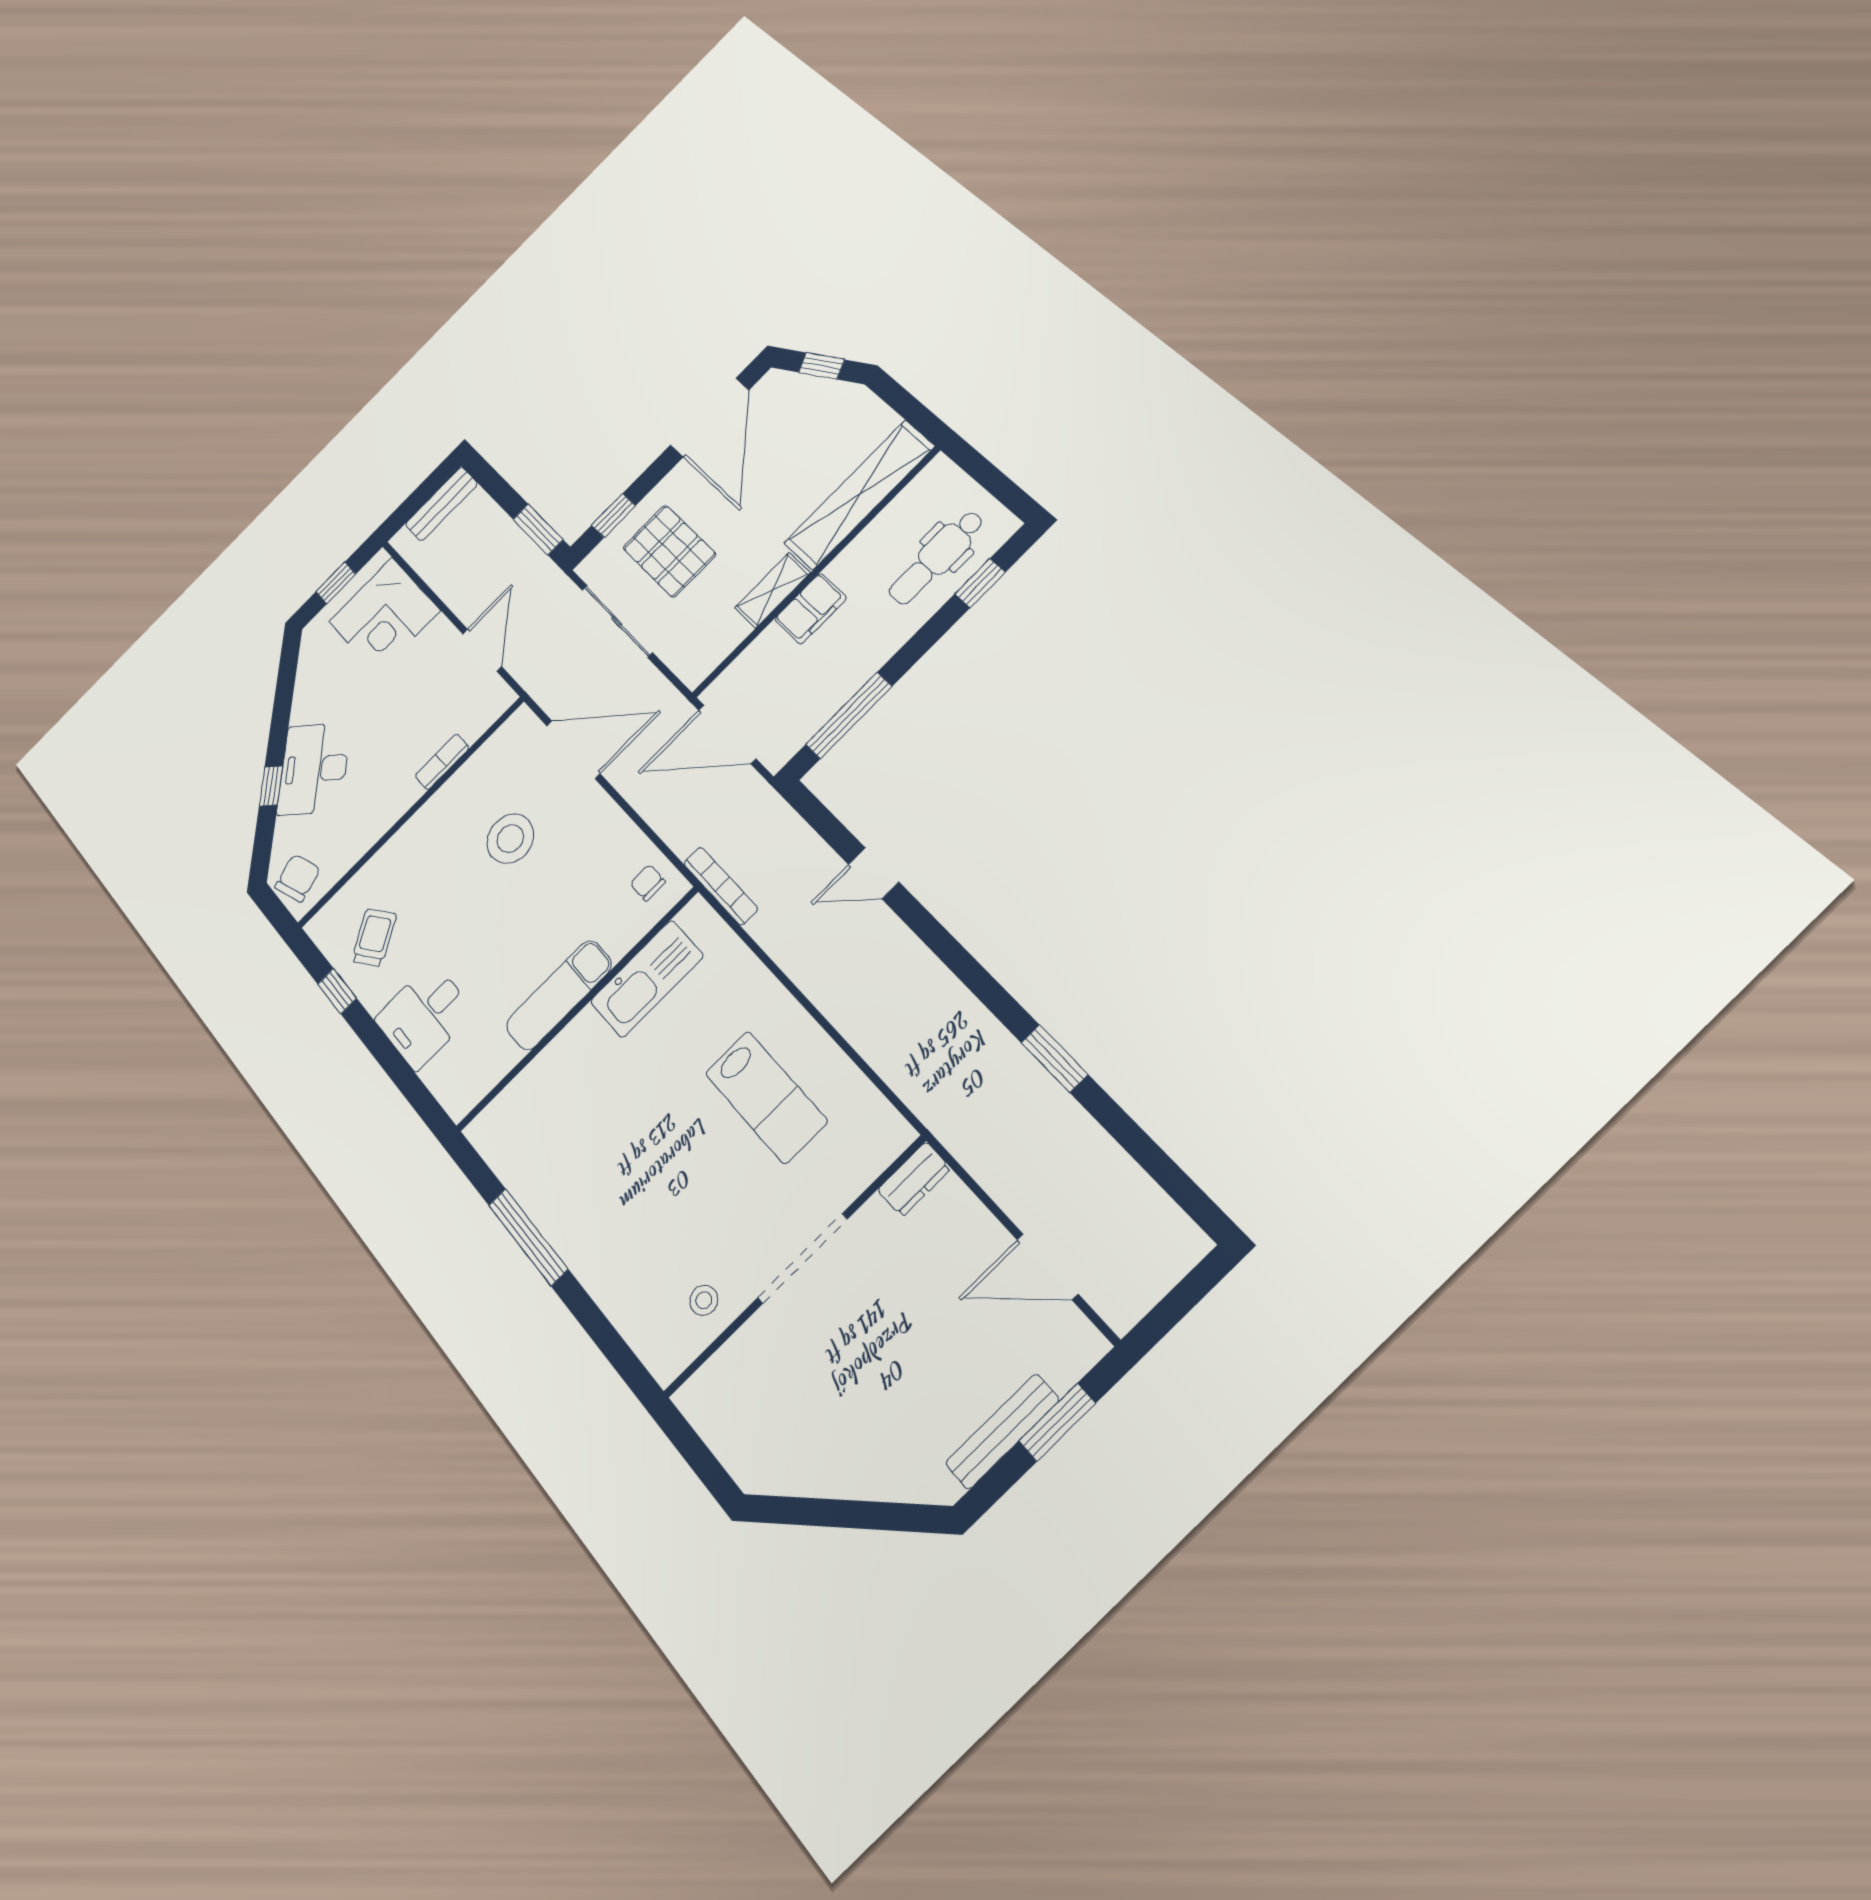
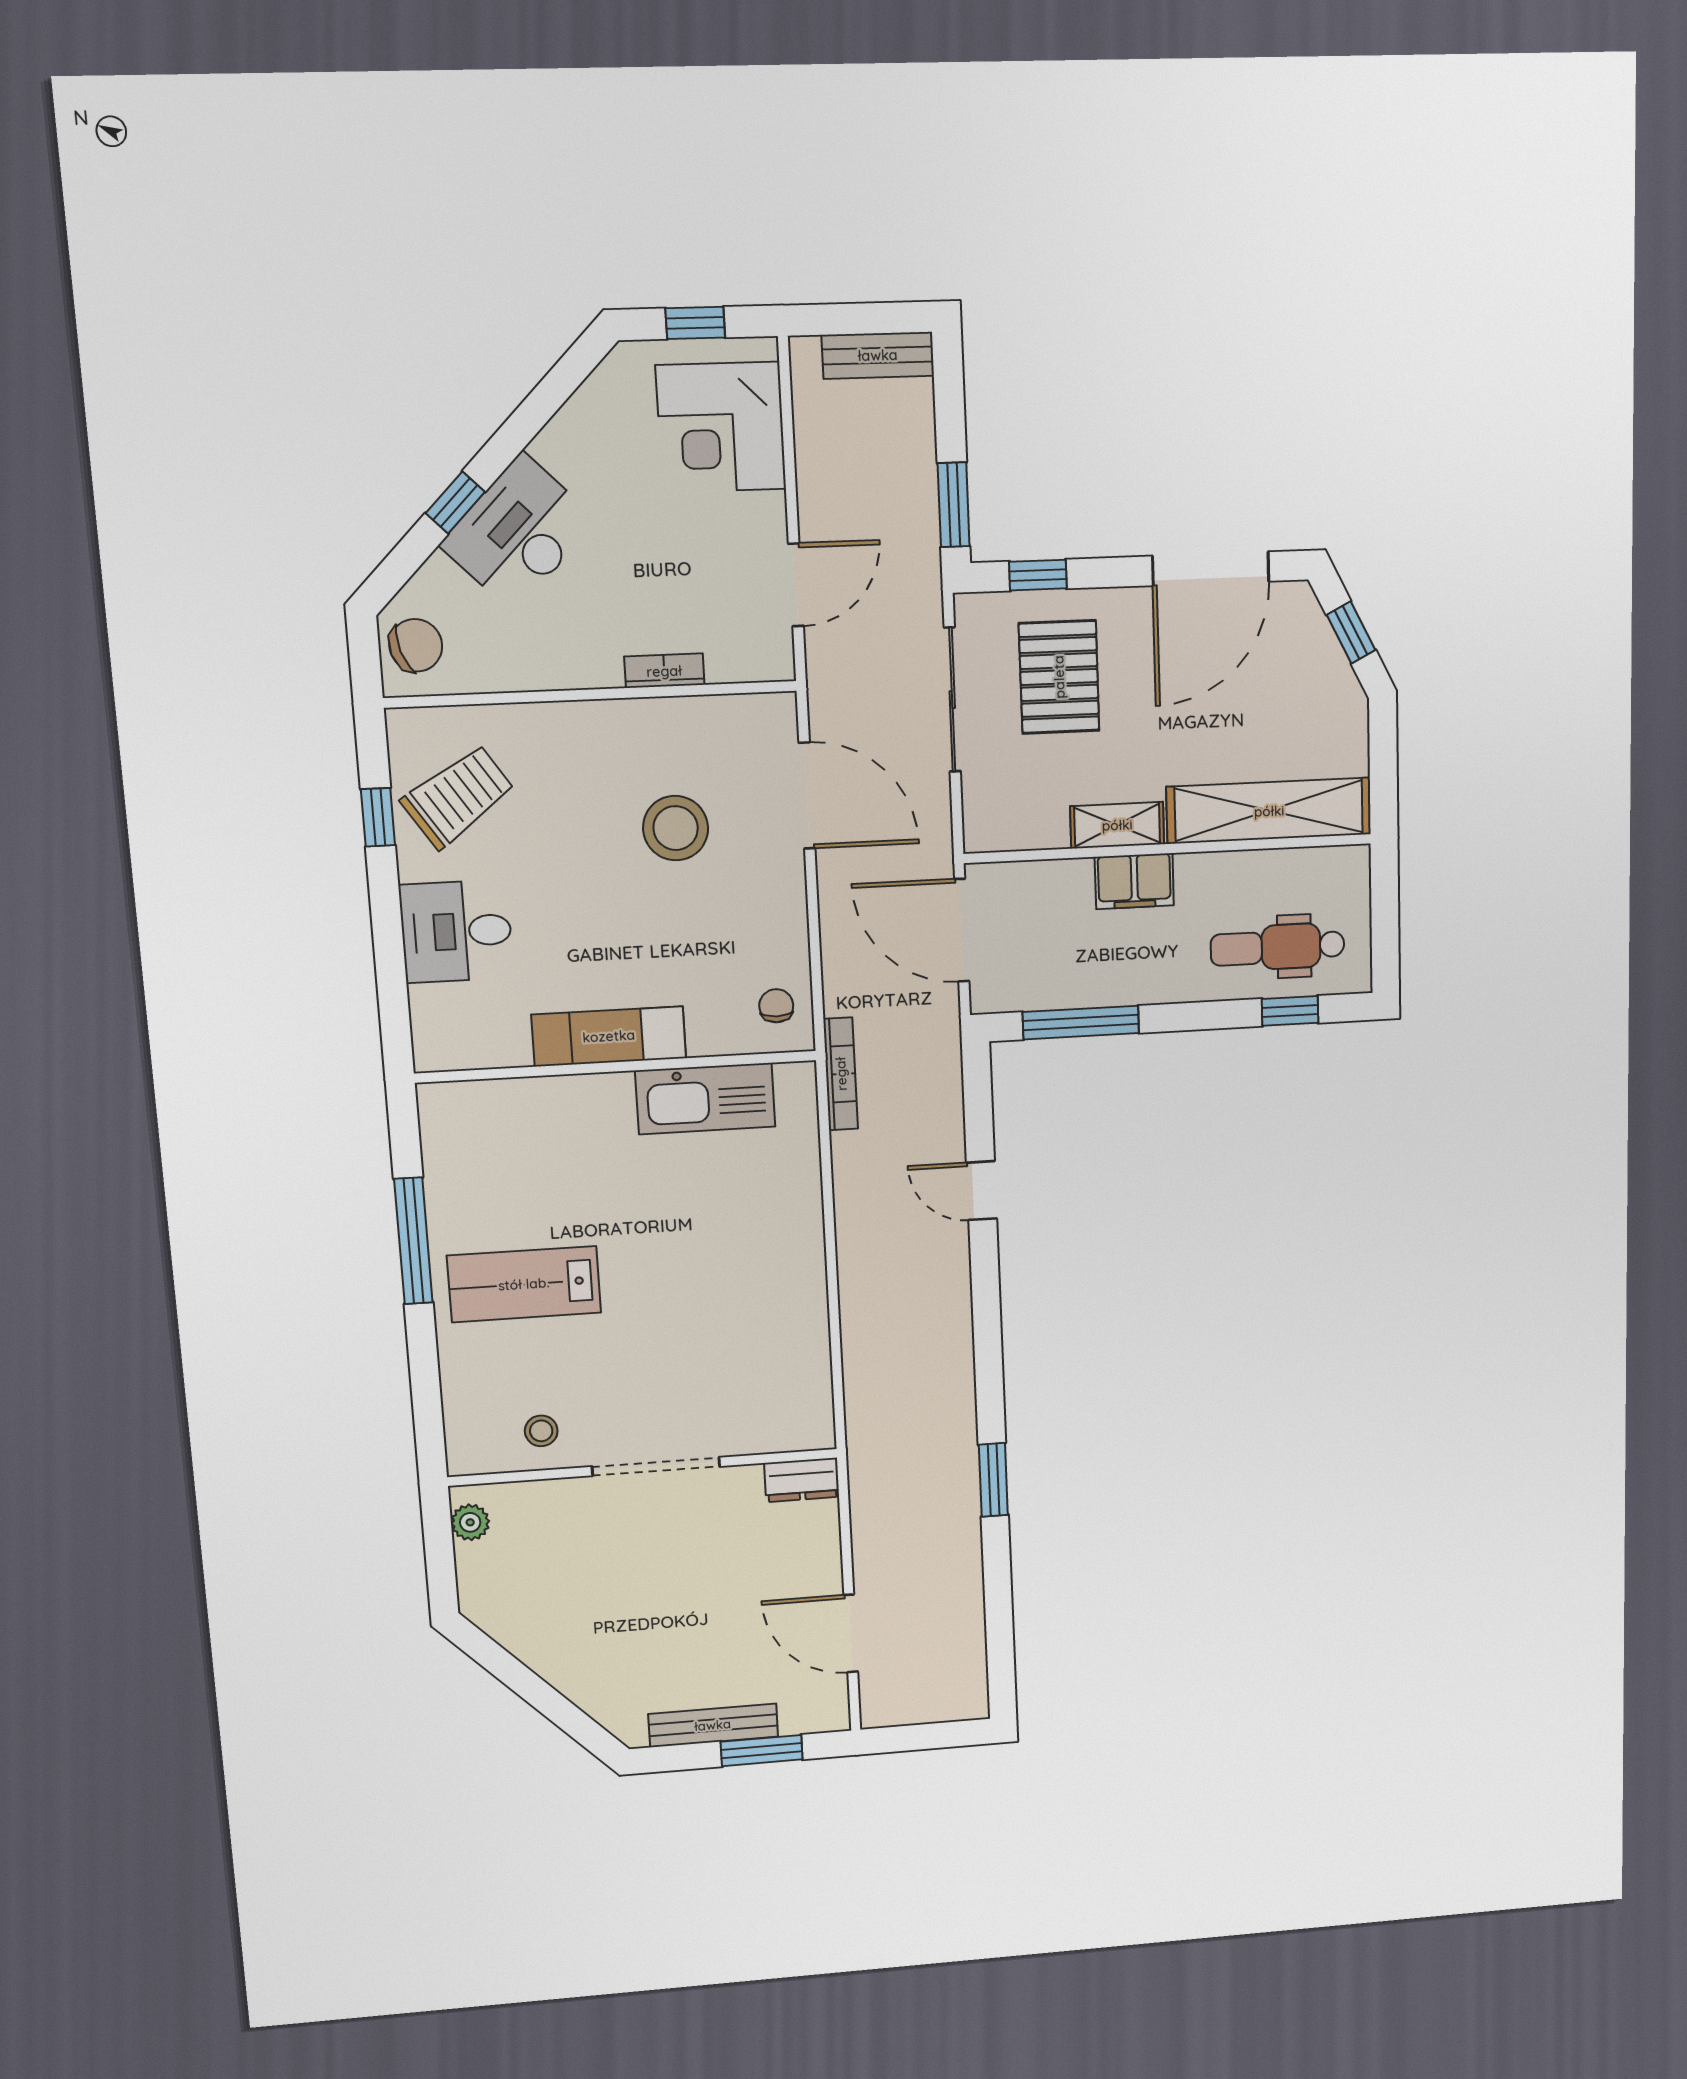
trolley: (374, 938) -> (458, 796), width x1.36, depth x1.39
lab bench: (766, 1097) -> (524, 1284), moved, turned 90
plant: (703, 1413) -> (470, 1522), added

